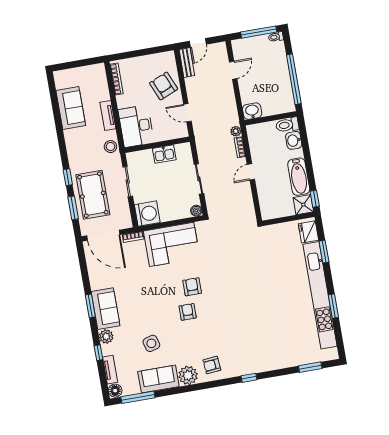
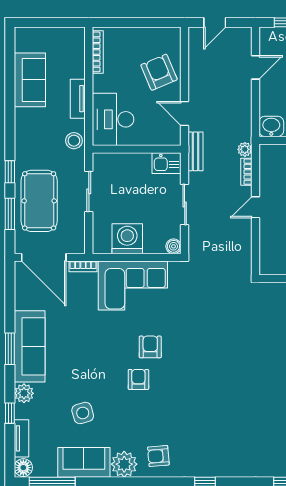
bench: (187, 63) -> (196, 151), moved
kitchen sink: (164, 154) -> (167, 163), moved
washing machine: (147, 214) -> (127, 239), moved, turned -90
sofa: (106, 309) -> (30, 346), width x1.36

